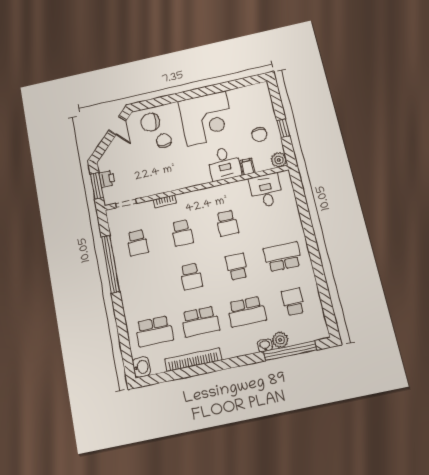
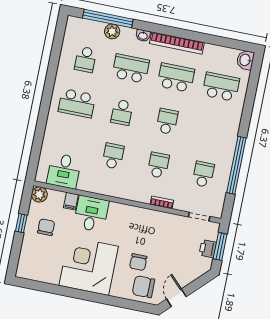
chair: (150, 122) -> (143, 287), turned 180
washbasin: (265, 345) -> (143, 36), moved
bookcase: (193, 360) -> (177, 43), moved

